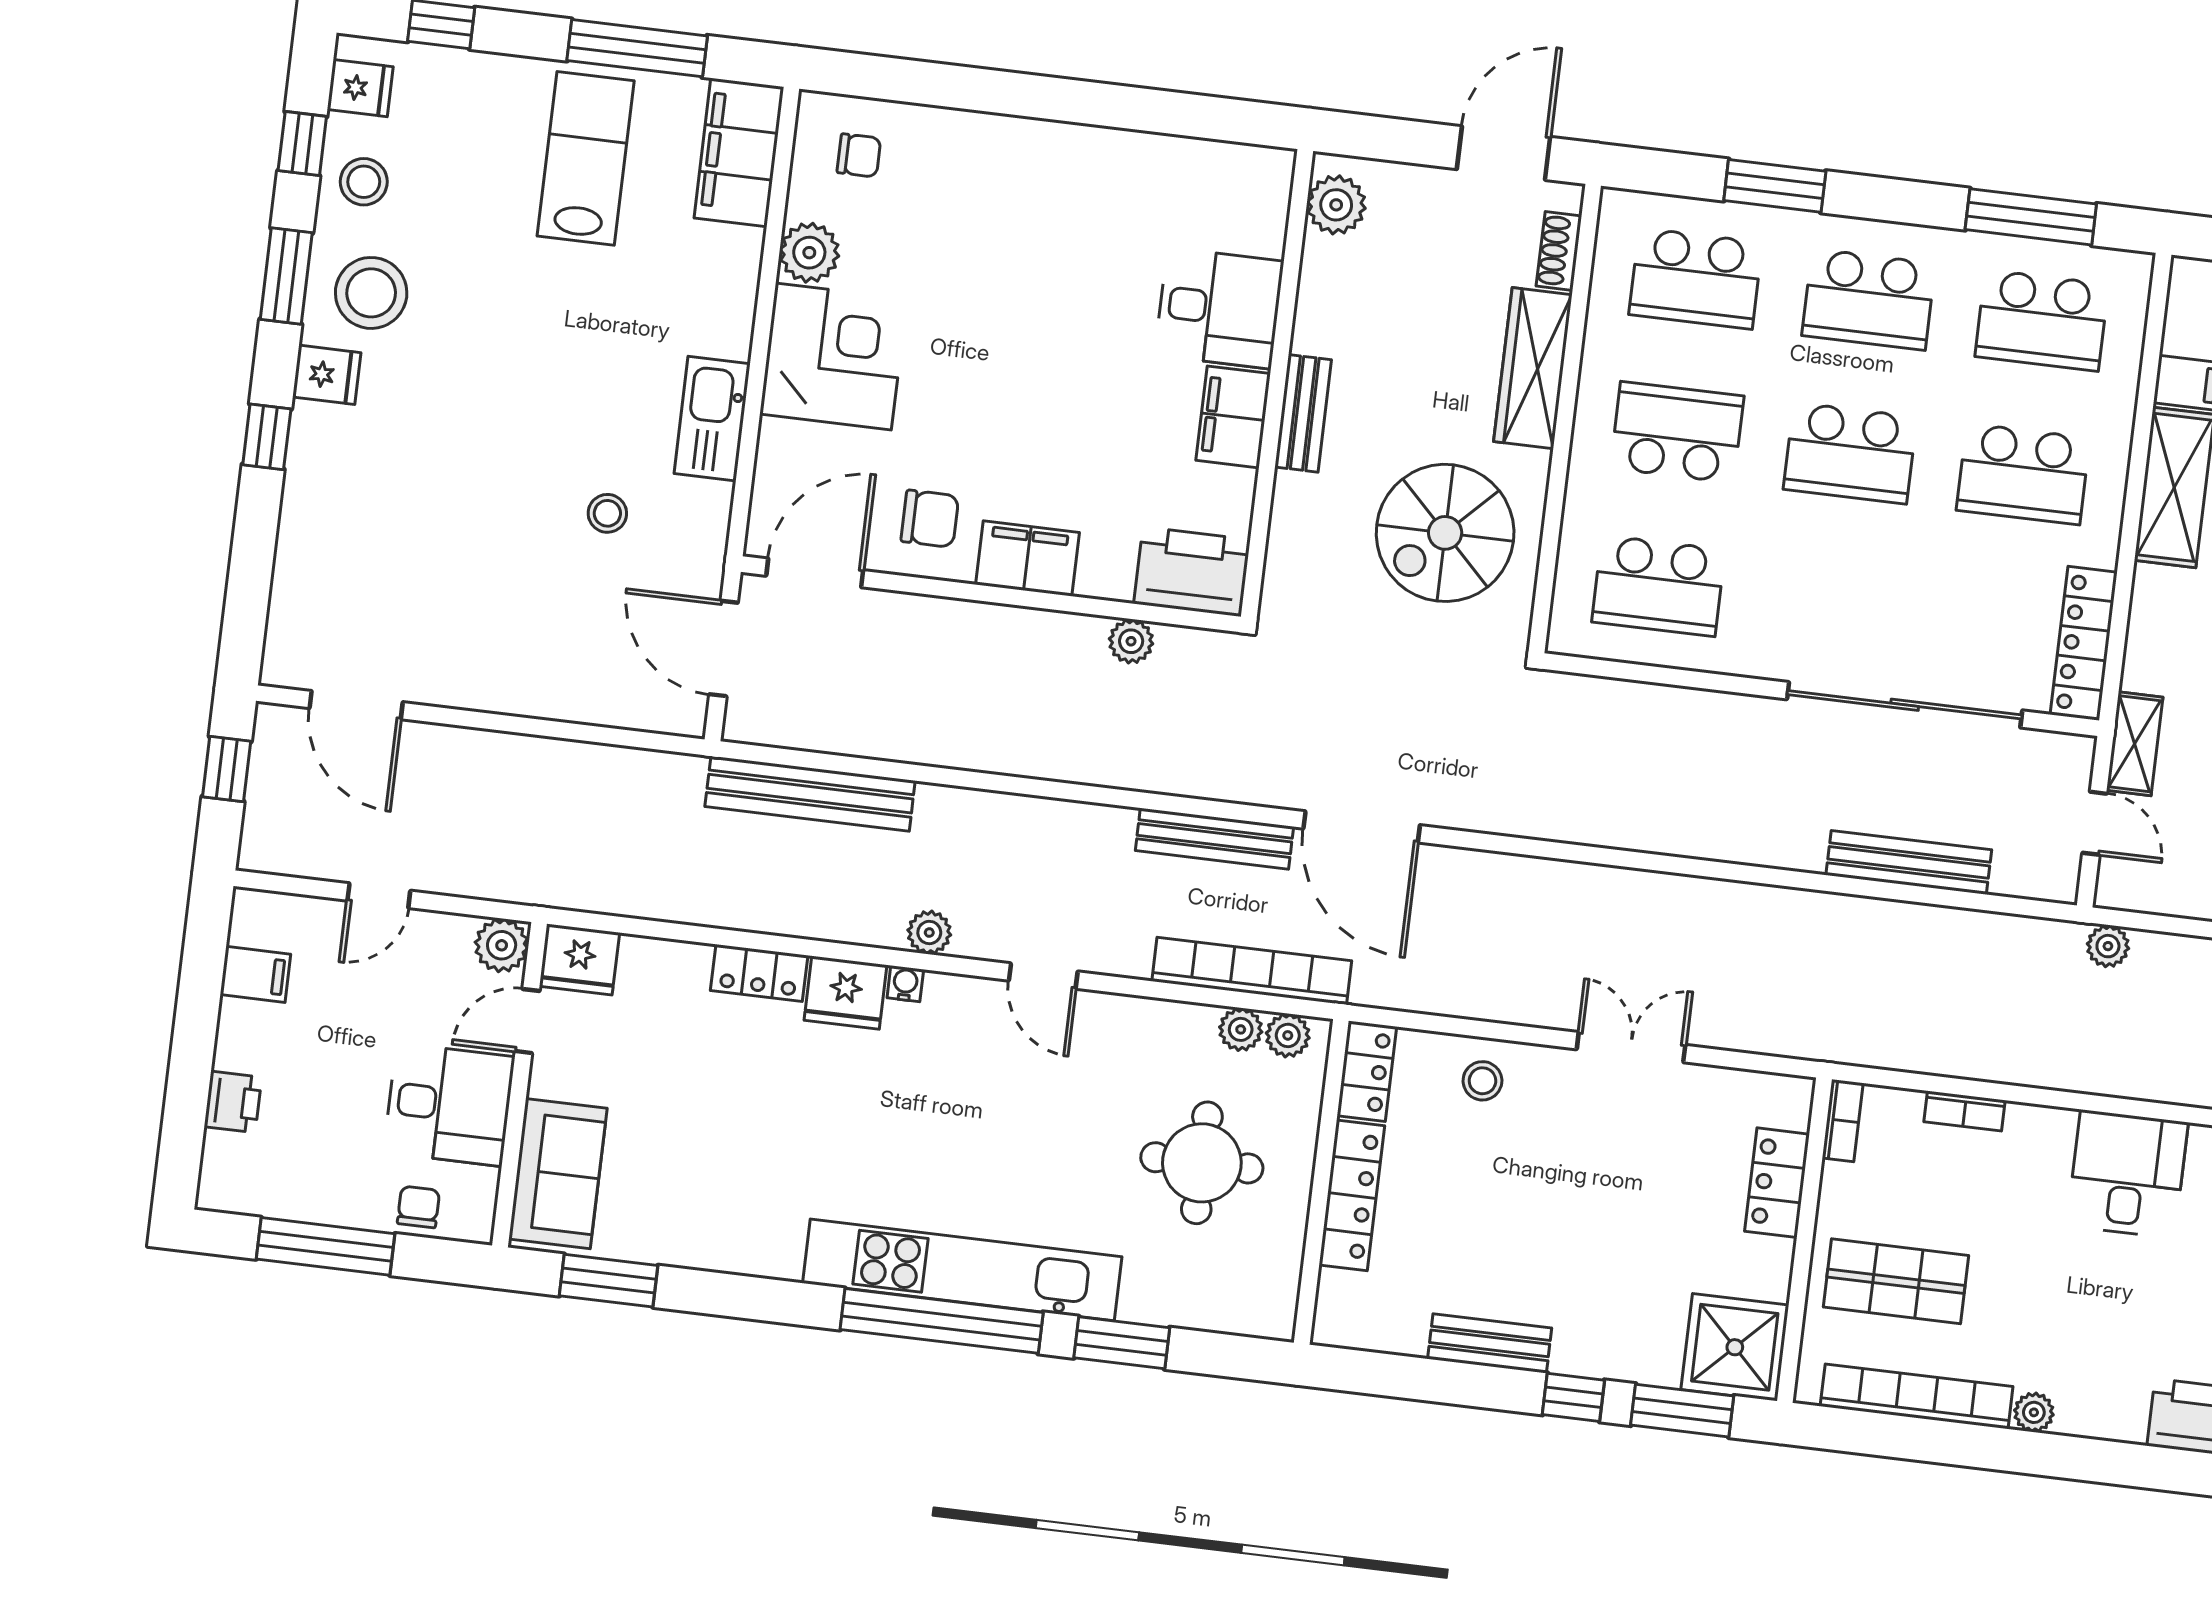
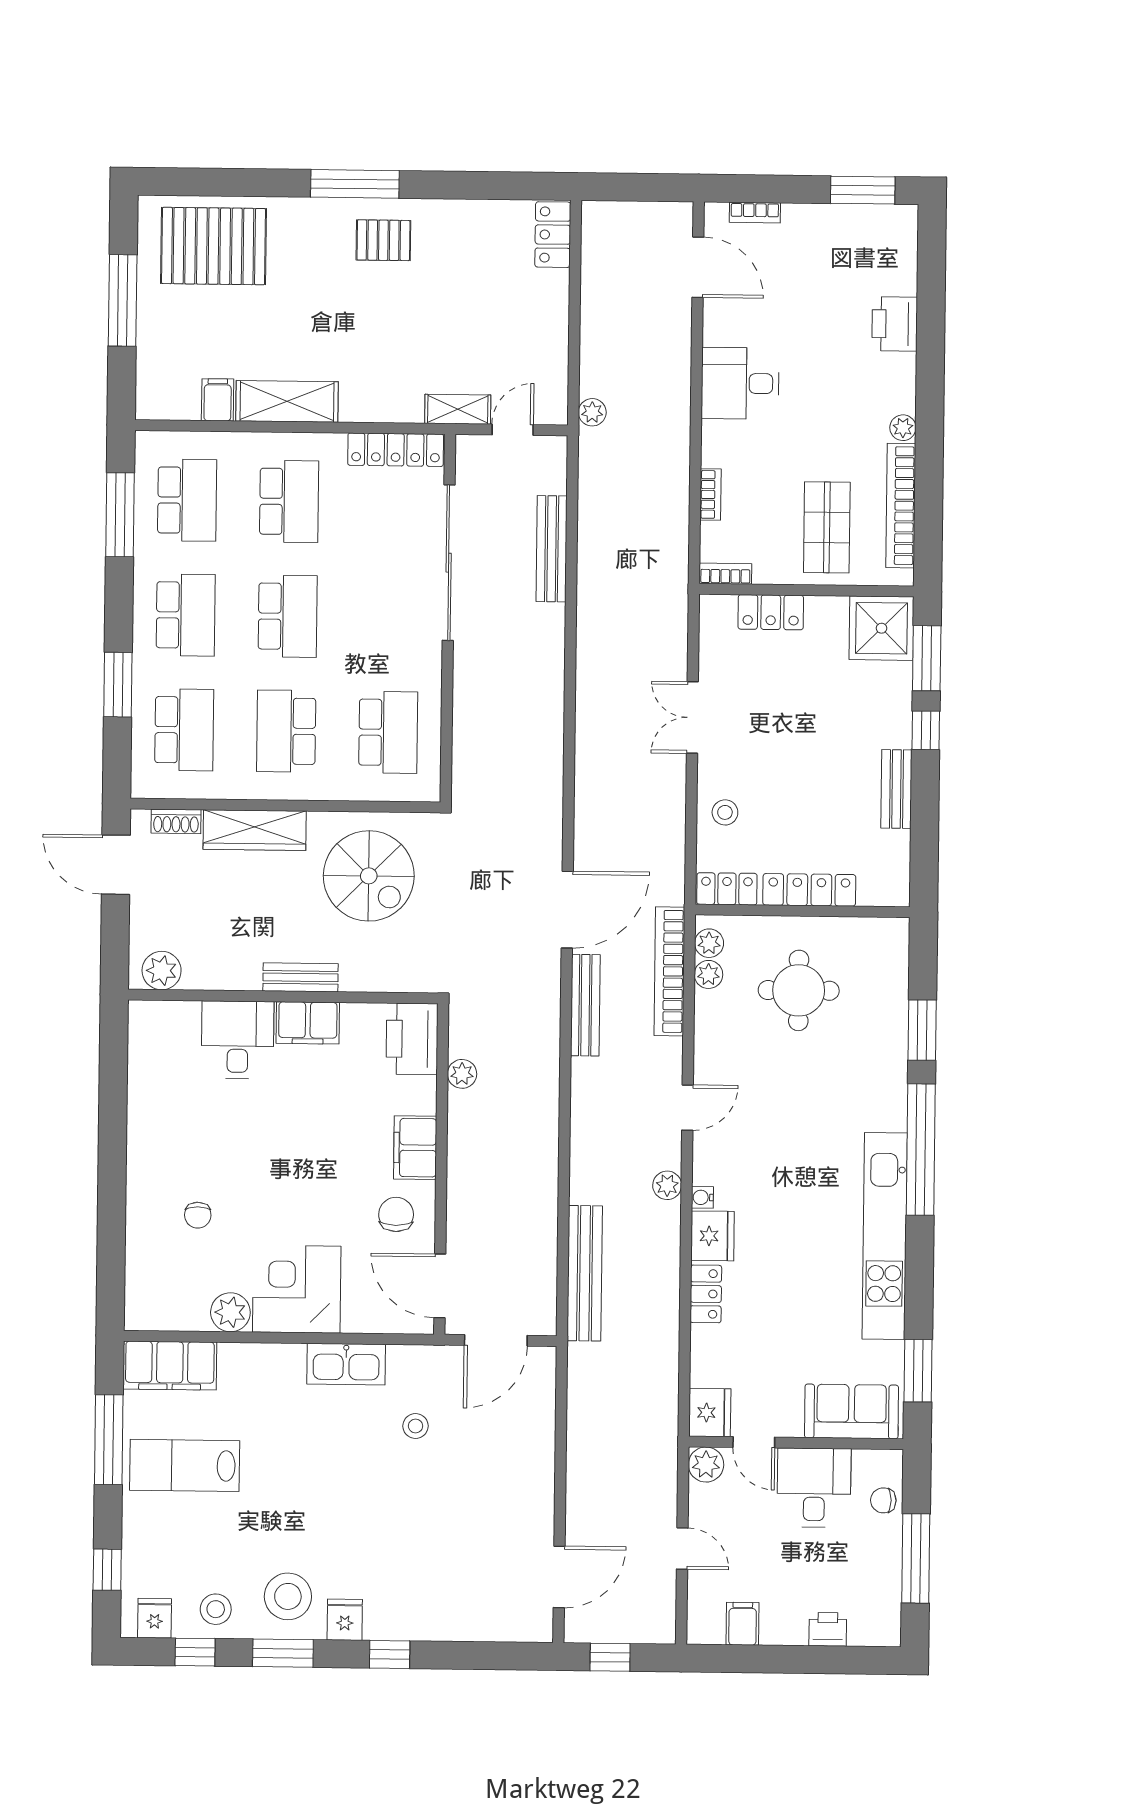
chair: (859, 155) -> (198, 1215), moved, turned 180
kitchen unit: (962, 1270) -> (885, 1236), moved

